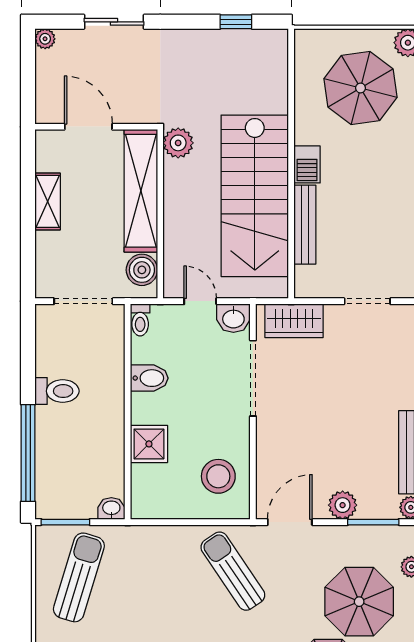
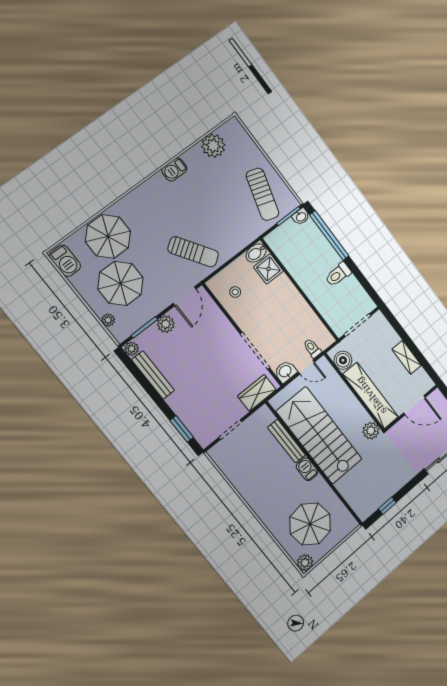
toilet: (140, 320) -> (312, 348), moved
bidet: (149, 378) -> (256, 253), moved
shower: (149, 444) -> (268, 269), moved
stool: (218, 476) -> (235, 292), width x0.53, depth x0.53
washbasin: (111, 508) -> (301, 217), moved

